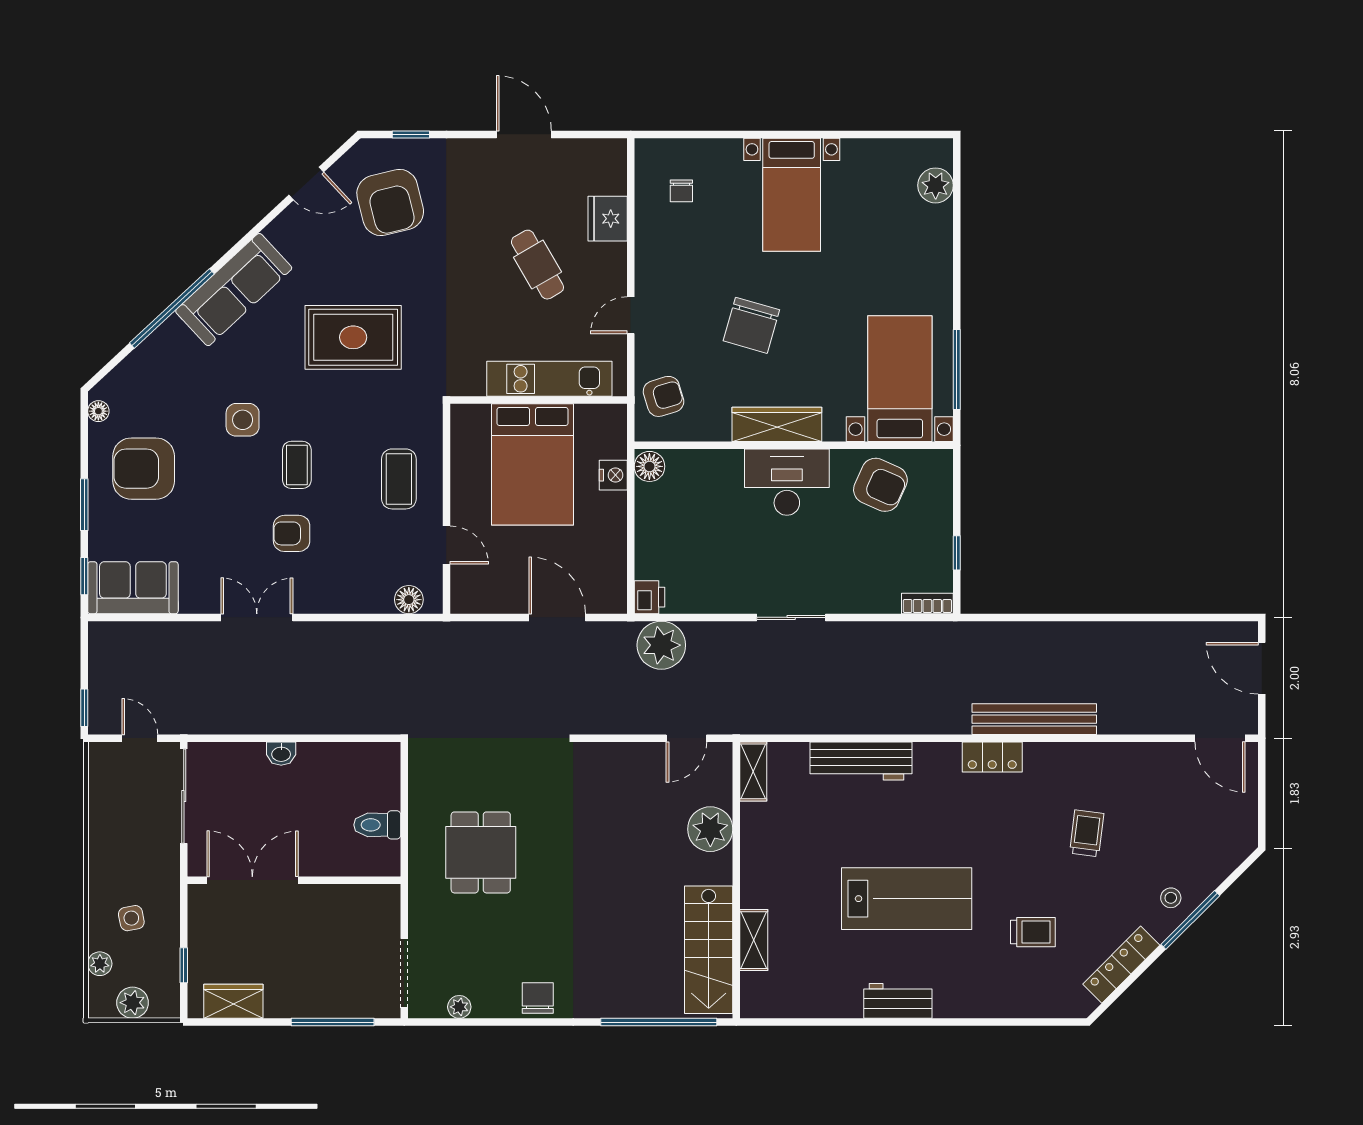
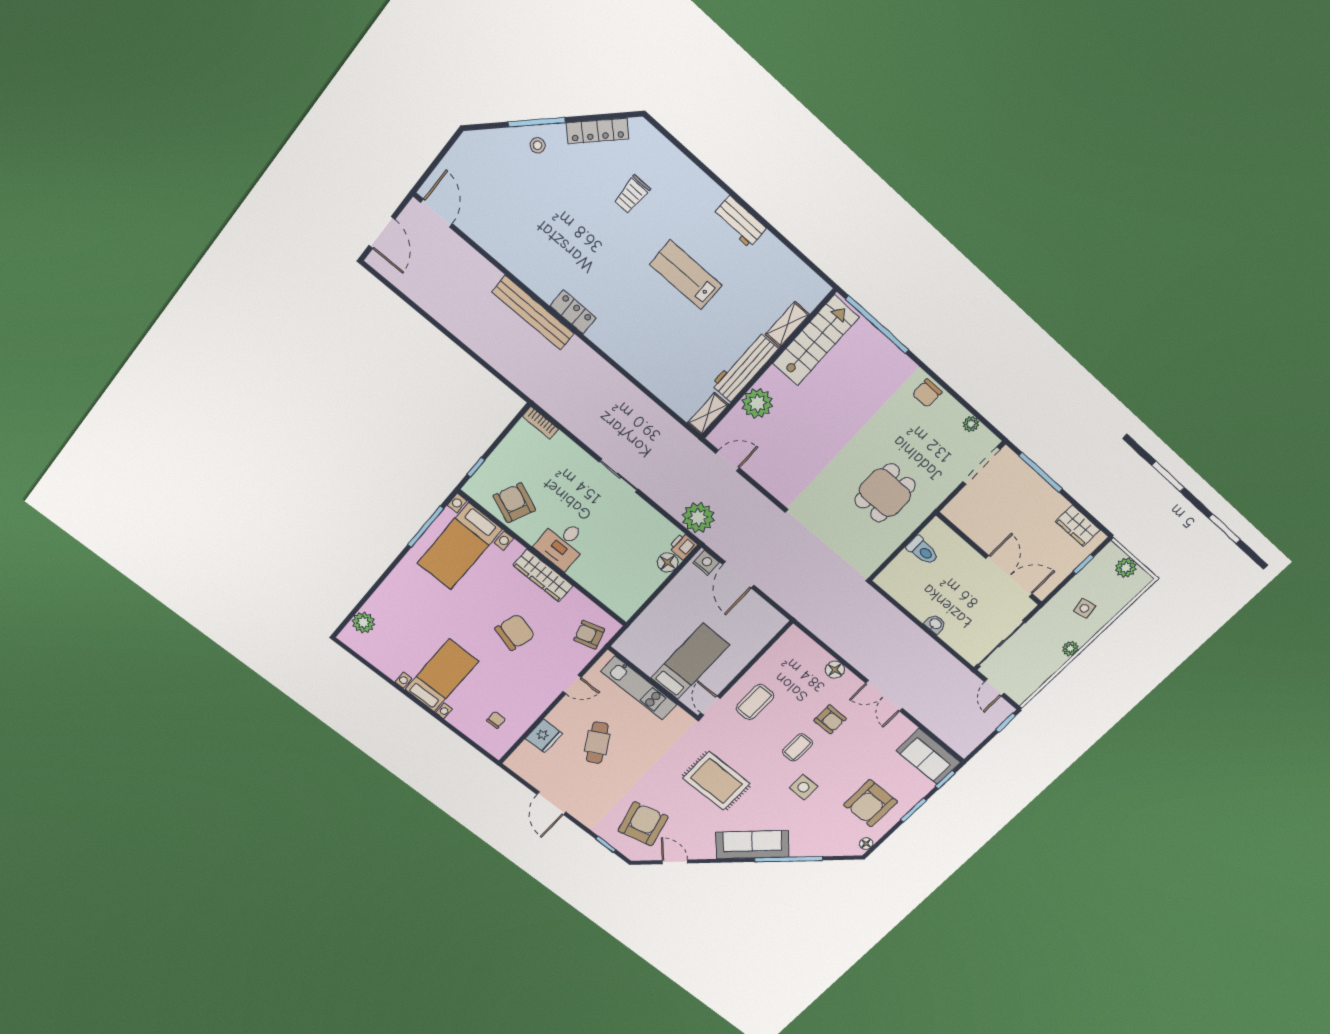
bed: (533, 464) -> (690, 661), width x0.67
floor lamp: (649, 466) -> (668, 562), moved
armchair: (144, 469) -> (870, 803), turned 90
nightstand: (613, 475) -> (706, 563), moved, turned 90
desk: (787, 482) -> (562, 544), width x0.73
door: (446, 545) -> (710, 706), moved
window: (957, 553) -> (476, 467), moved
floor lamp: (409, 600) -> (835, 670), moved
workbench: (861, 761) -> (744, 367), moved, turned -90
trolley: (1087, 833) -> (556, 224), removed
double door: (252, 880) -> (1009, 576), swing flipped
lab bench: (907, 899) -> (686, 275), width x0.73, depth x0.72
trolley: (1033, 932) -> (632, 194), turned -90
plant: (100, 964) -> (1070, 648), moved

